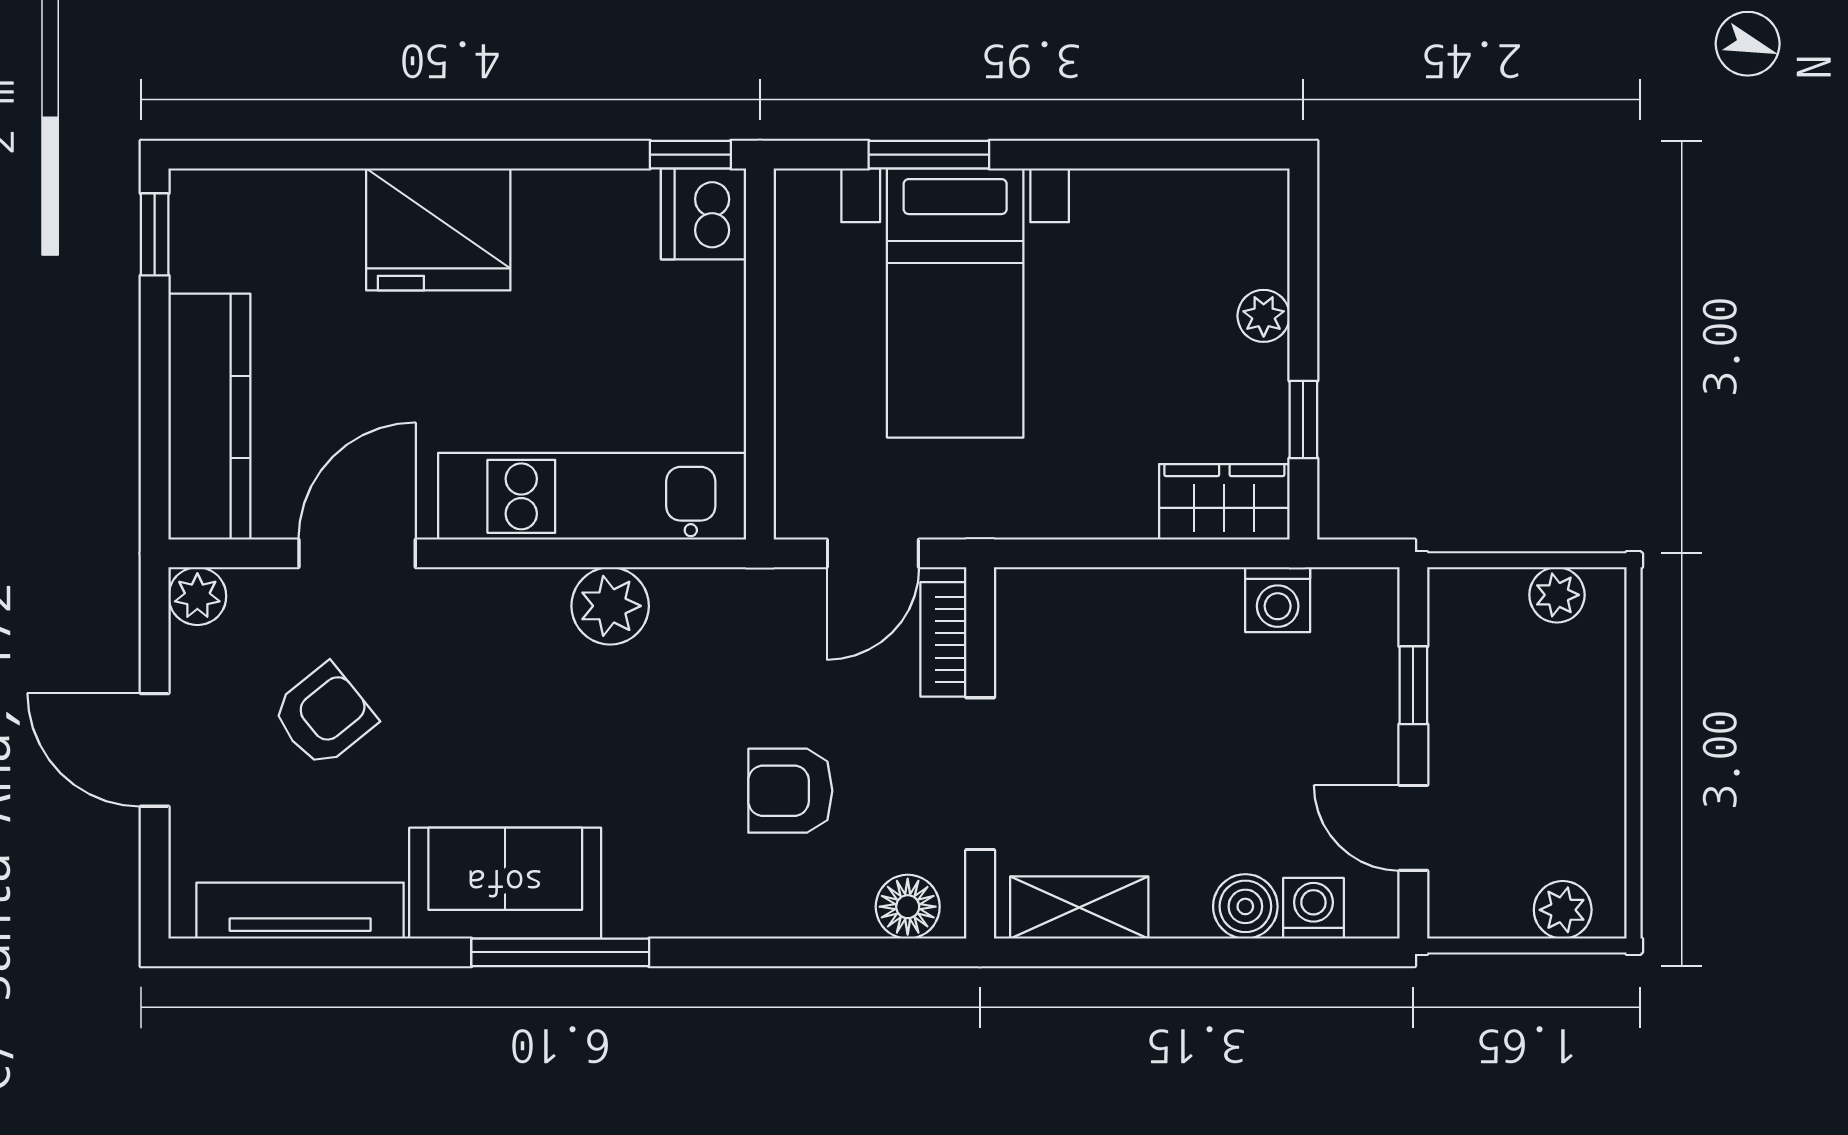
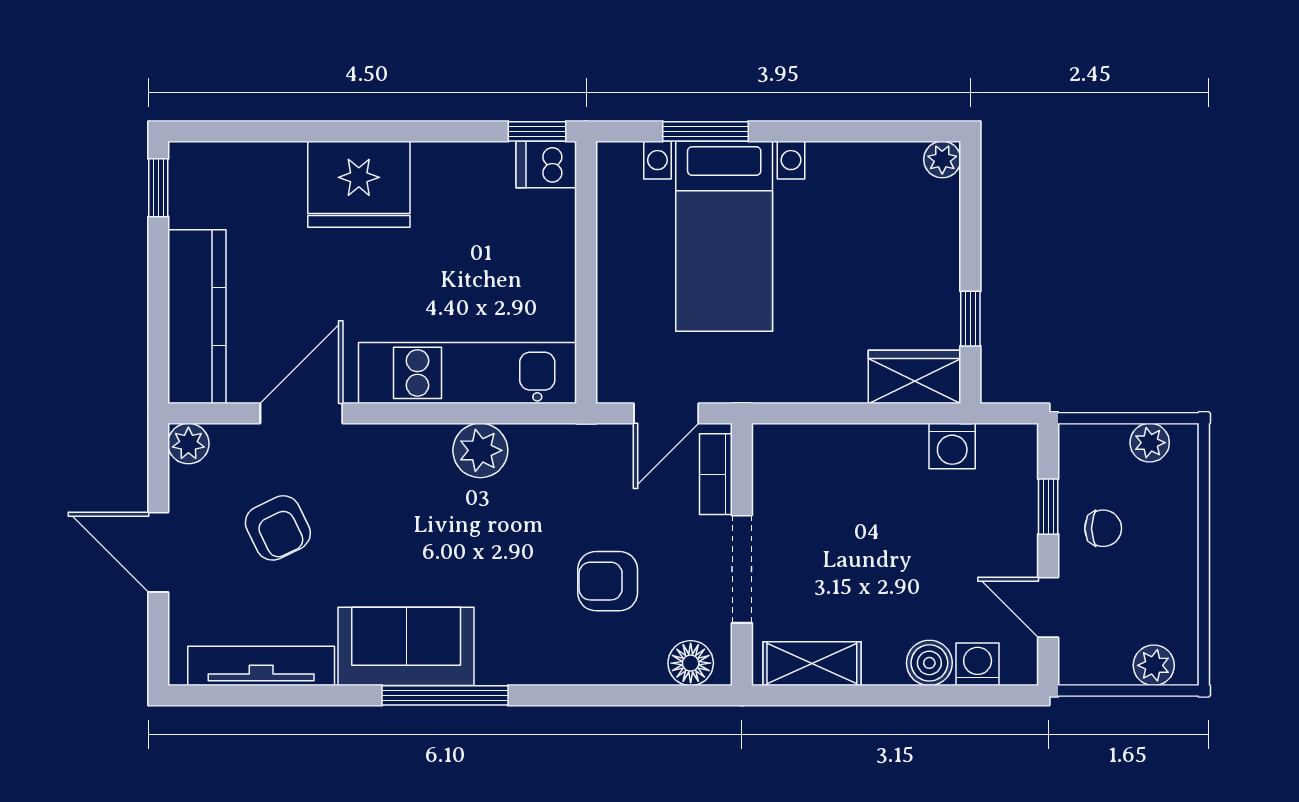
dishwasher: (704, 214) -> (546, 164), width x0.73
plant: (1264, 316) -> (942, 159), moved
armchair: (324, 716) -> (278, 528), turned 103
chair: (1491, 716) -> (1103, 528), added

